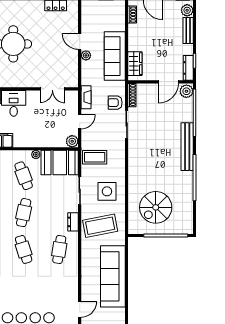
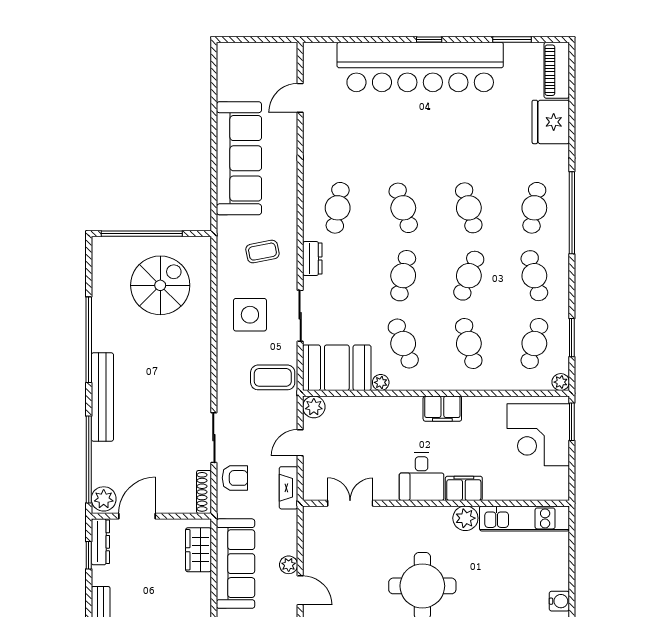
coffee table: (100, 226) -> (262, 252), width x0.54, depth x0.58

